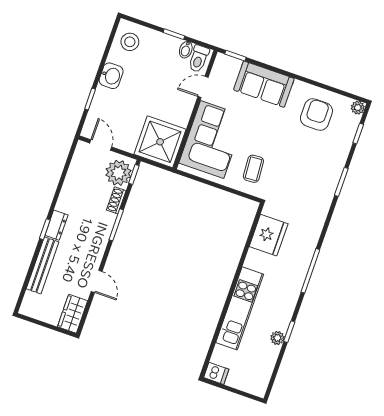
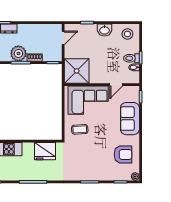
toilet: (199, 59) -> (131, 58), moved
door: (203, 87) -> (116, 85), swing flipped
plant: (118, 173) -> (18, 53), moved

